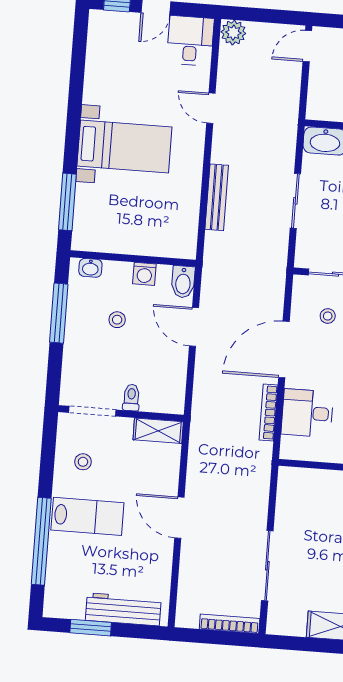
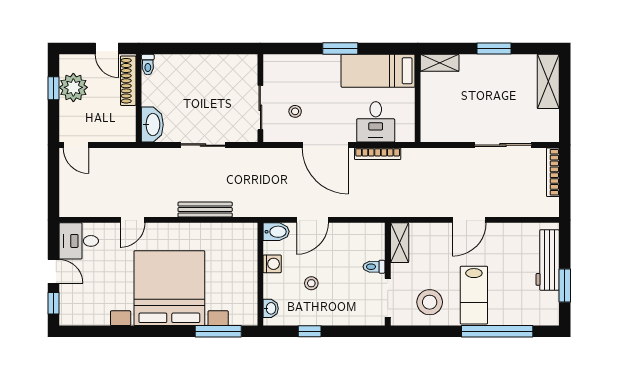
plant: (233, 33) -> (69, 206), removed
bed with nightstands: (124, 146) -> (169, 288), width x1.85
window: (59, 313) -> (310, 331), width x0.46
stool: (83, 462) -> (430, 302), width x1.89, depth x1.89
lab bench: (87, 516) -> (474, 295), turned 180

